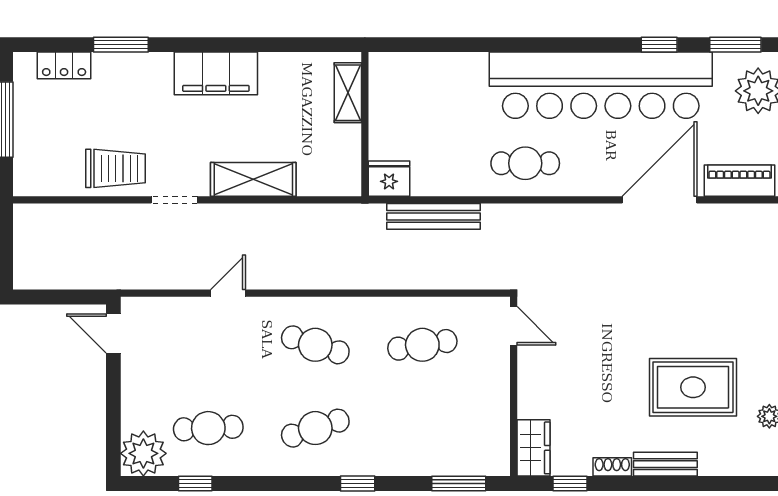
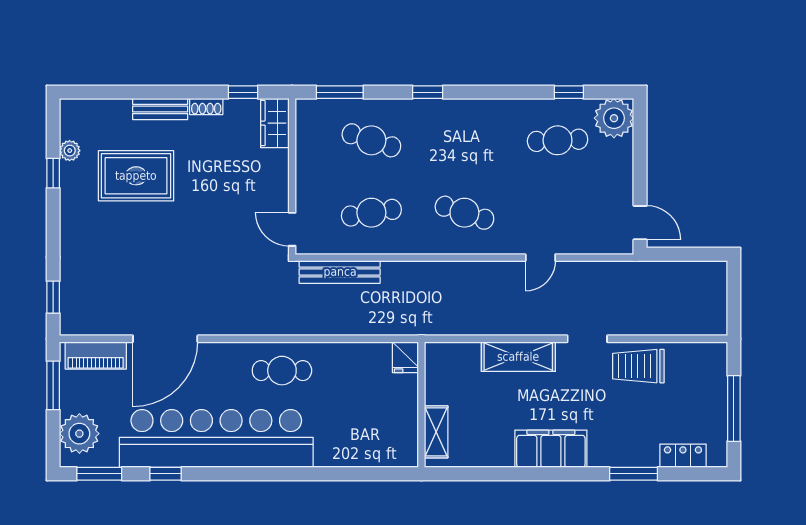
fridge: (389, 179) -> (405, 357), width x0.72
bench: (434, 216) -> (340, 272), moved
cafe table: (315, 428) -> (371, 140), moved, turned 36

